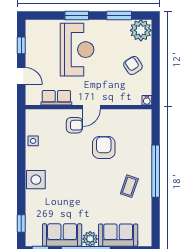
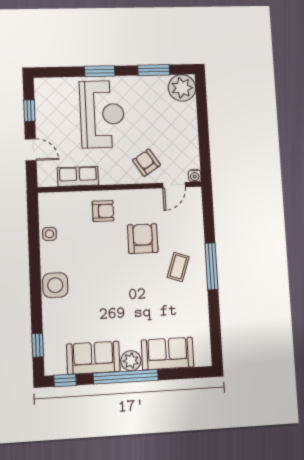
armchair: (133, 66) -> (146, 163), moved
door: (91, 107) -> (174, 185), moved
window: (156, 171) -> (211, 266), width x0.68
coffee table: (129, 186) -> (178, 267), moved

